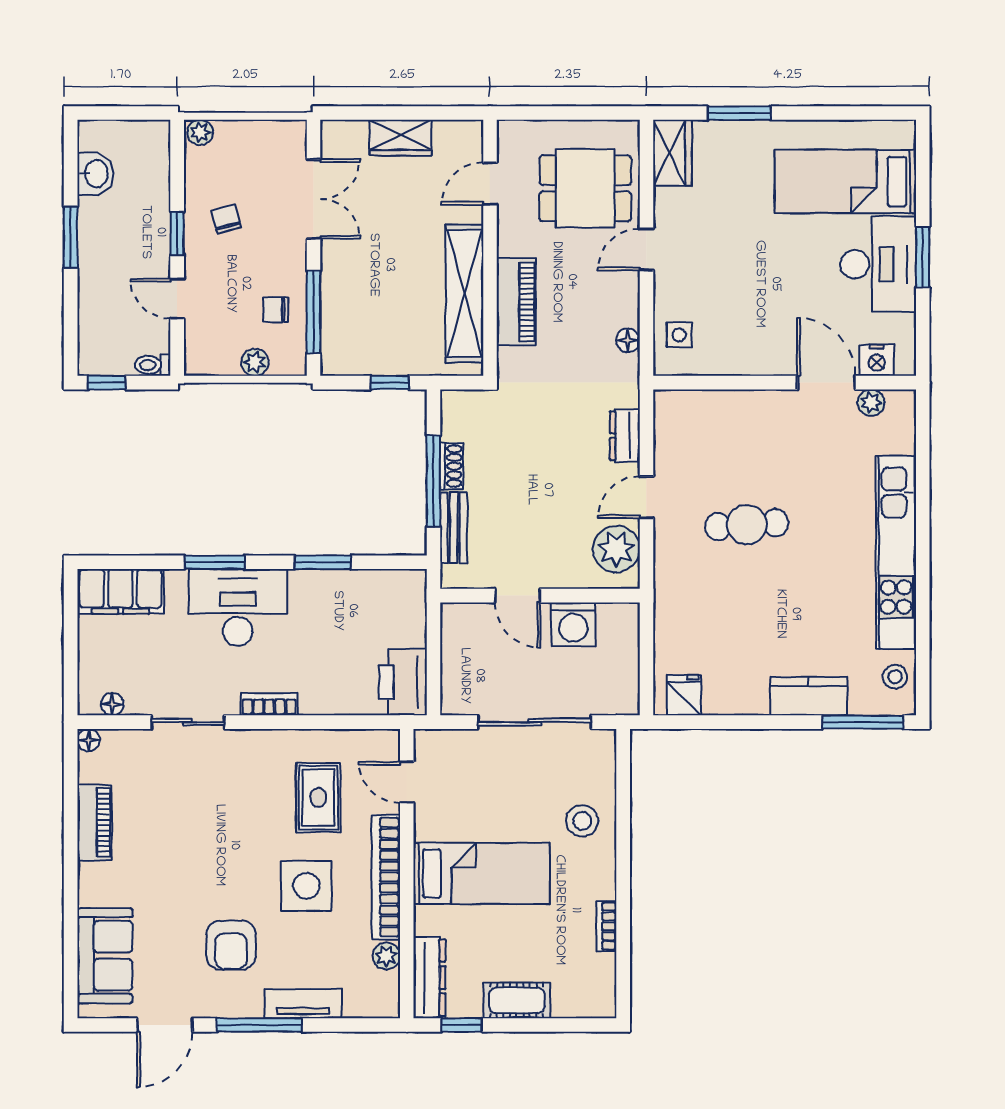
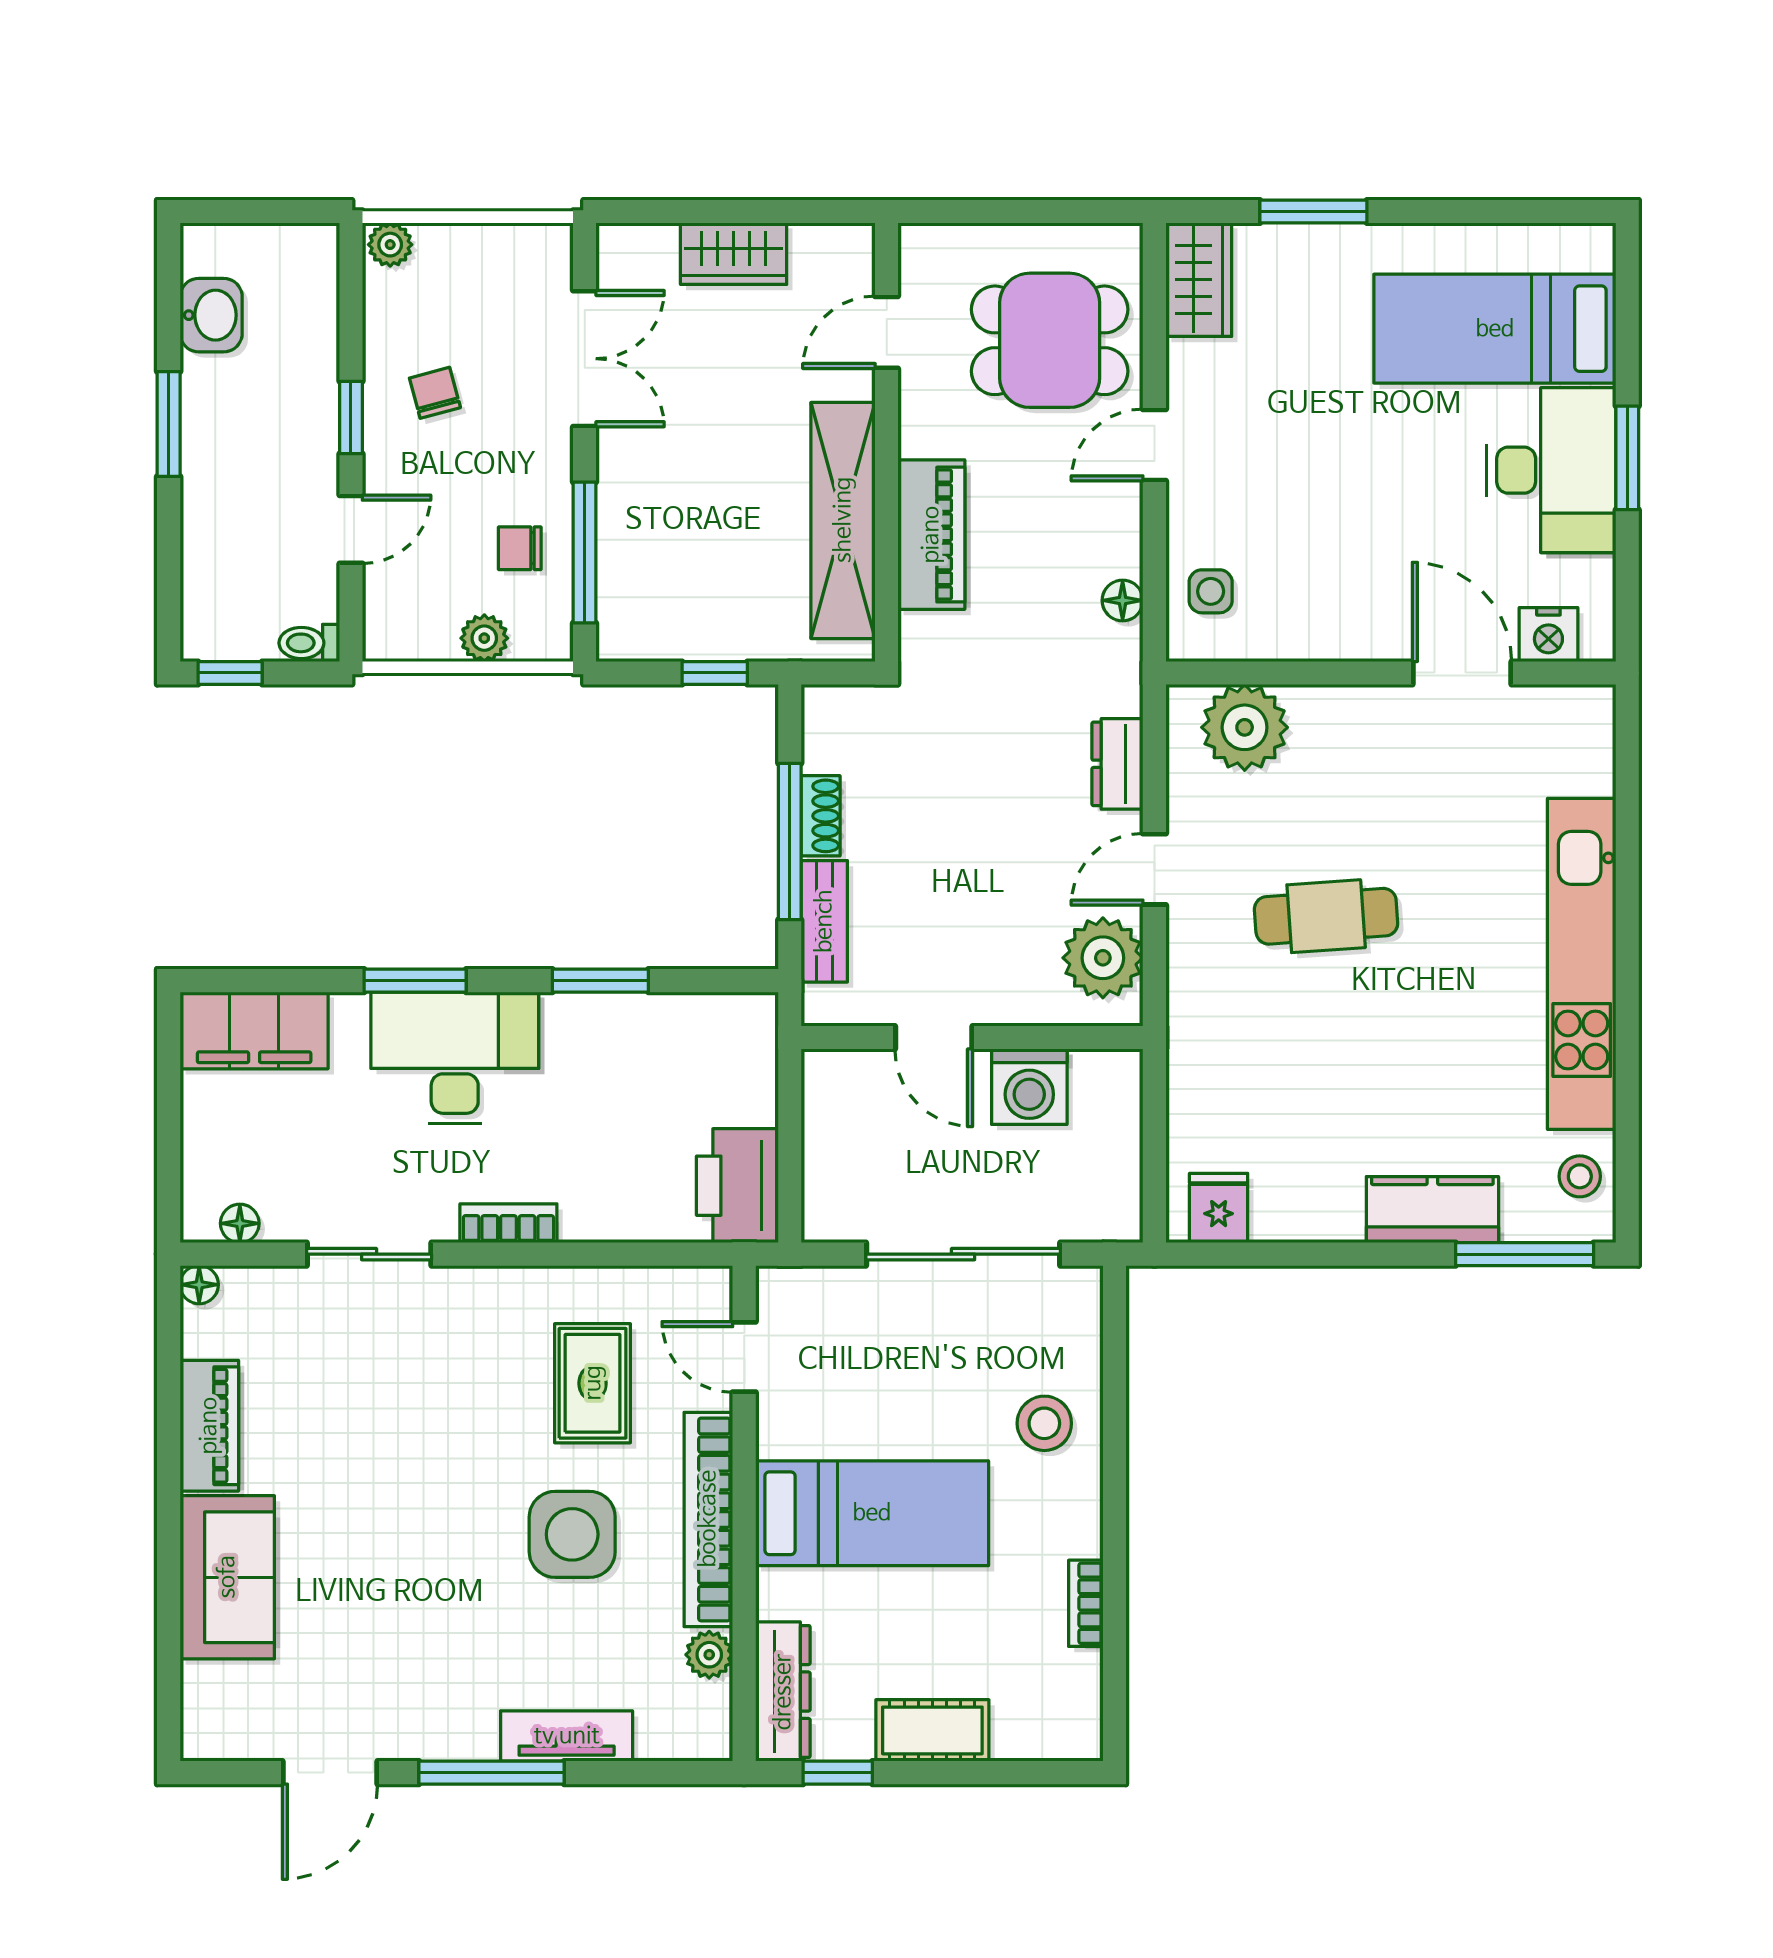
door: (177, 299) -> (351, 529), swing flipped
plant: (871, 403) -> (1245, 727), moved, width x1.88, depth x1.88
armchair: (231, 945) -> (443, 1636), removed
sofa: (105, 956) -> (227, 1577), moved

